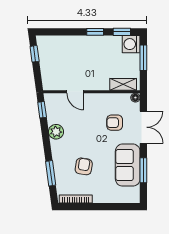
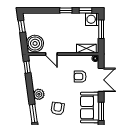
boiler: (53, 77) -> (35, 43), added
plant: (56, 132) -> (39, 94), moved

